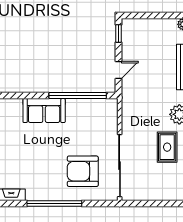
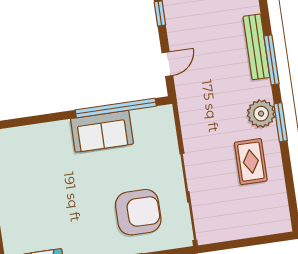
sofa: (44, 111) -> (102, 131), moved
armchair: (83, 171) -> (138, 212), turned 180

